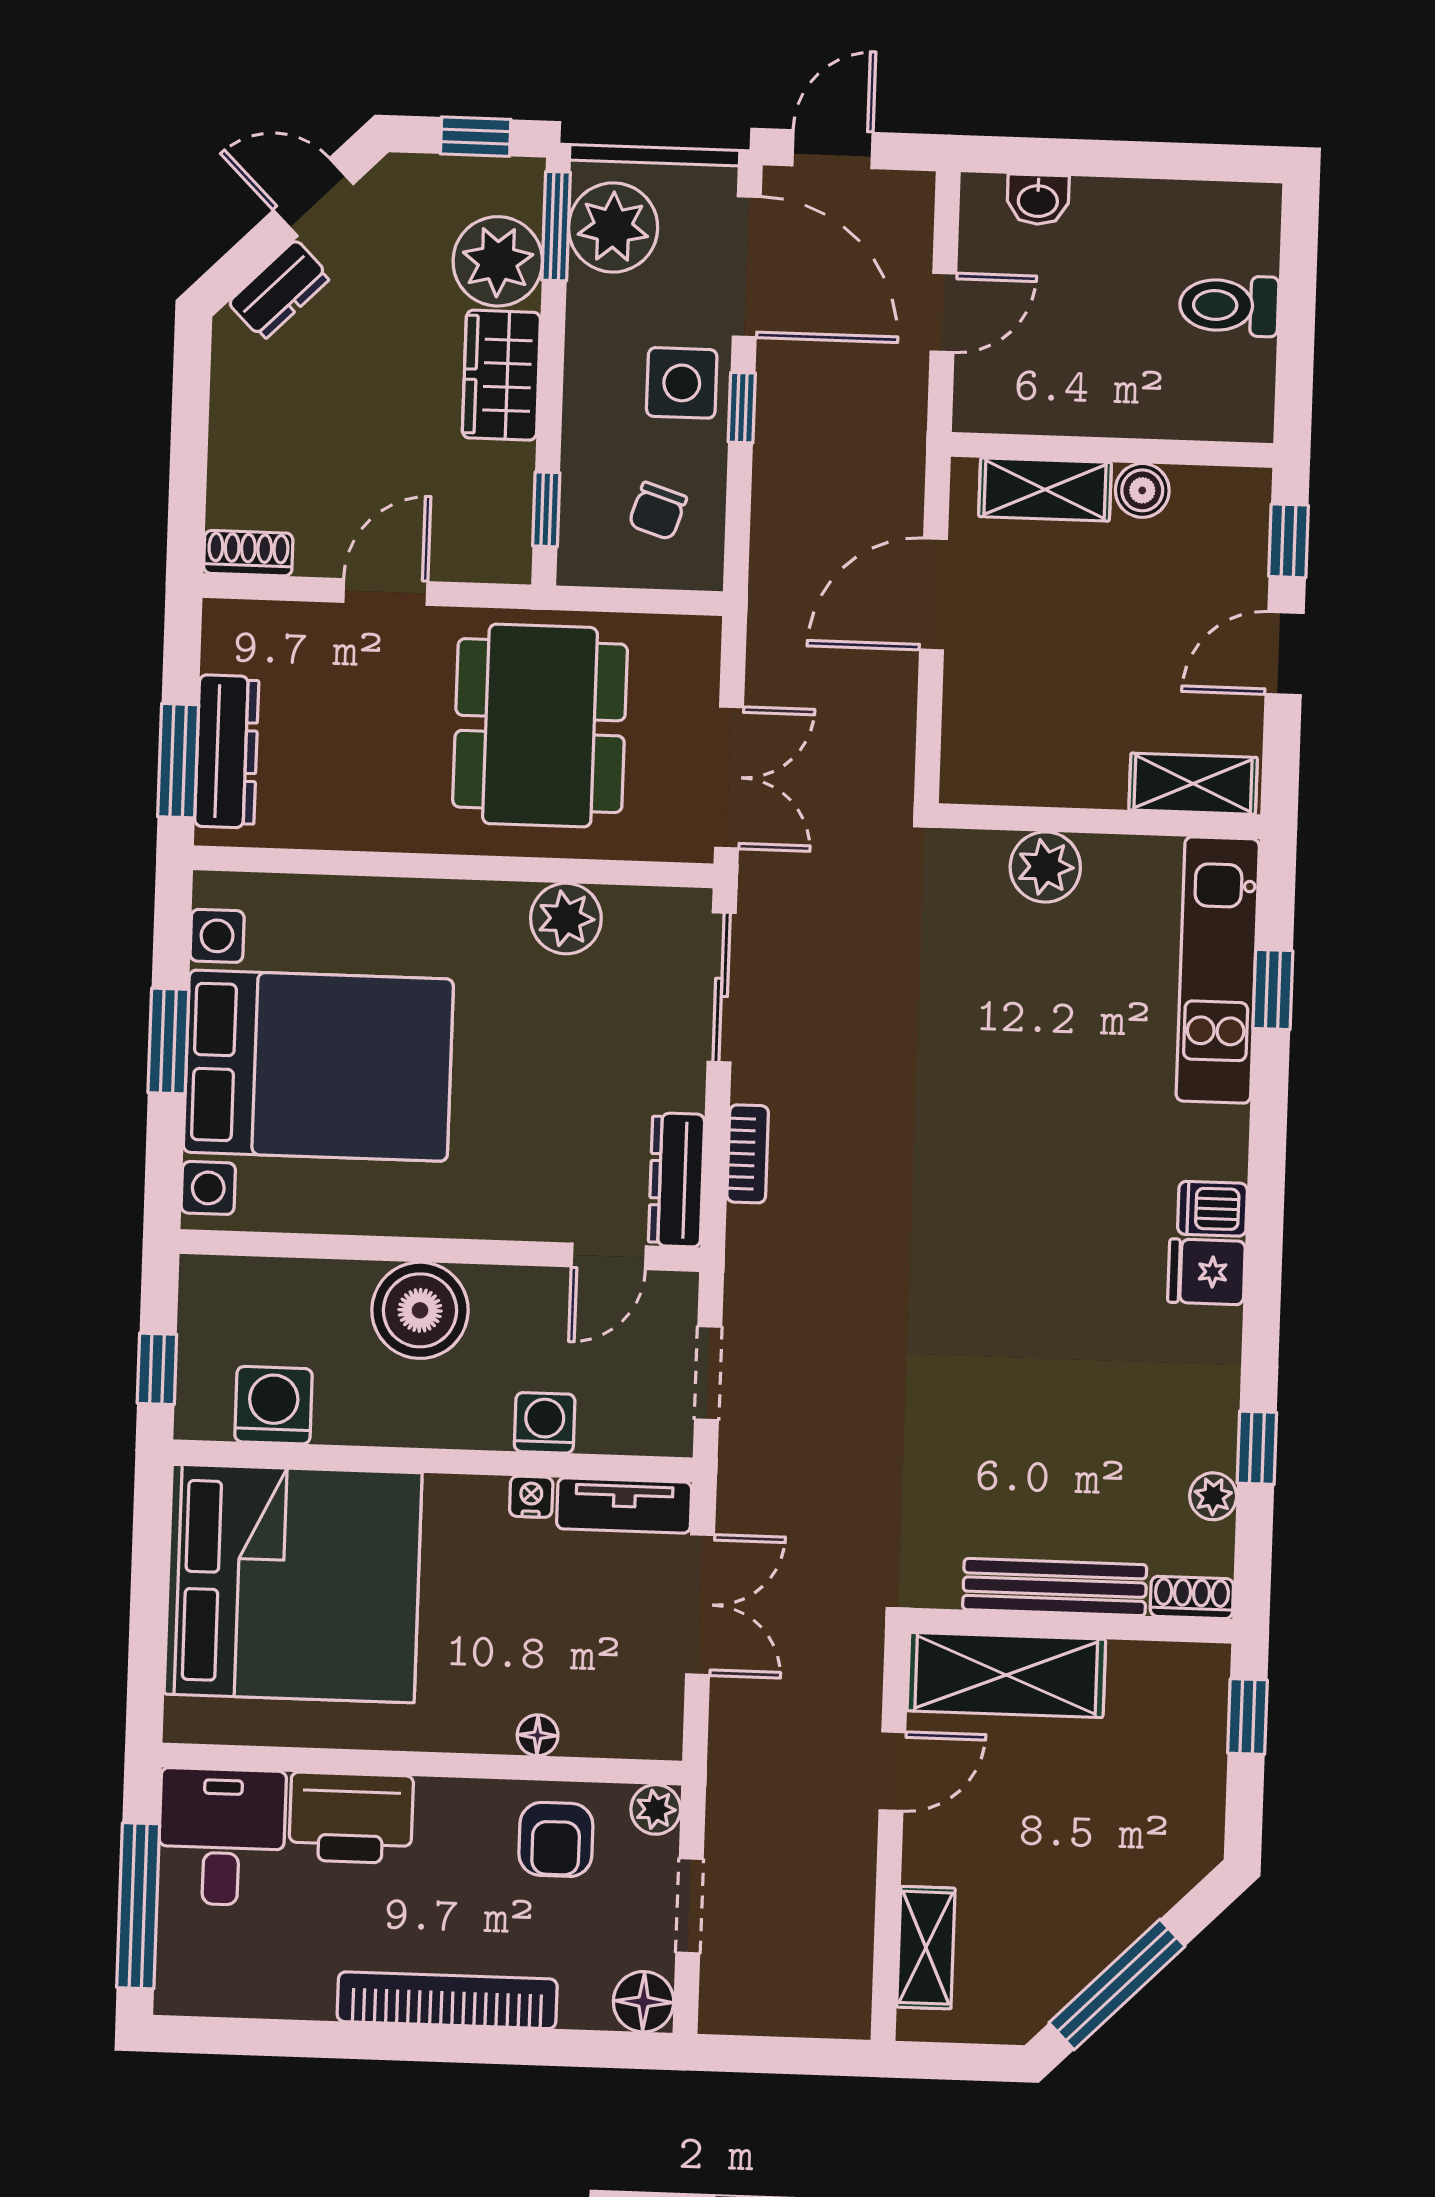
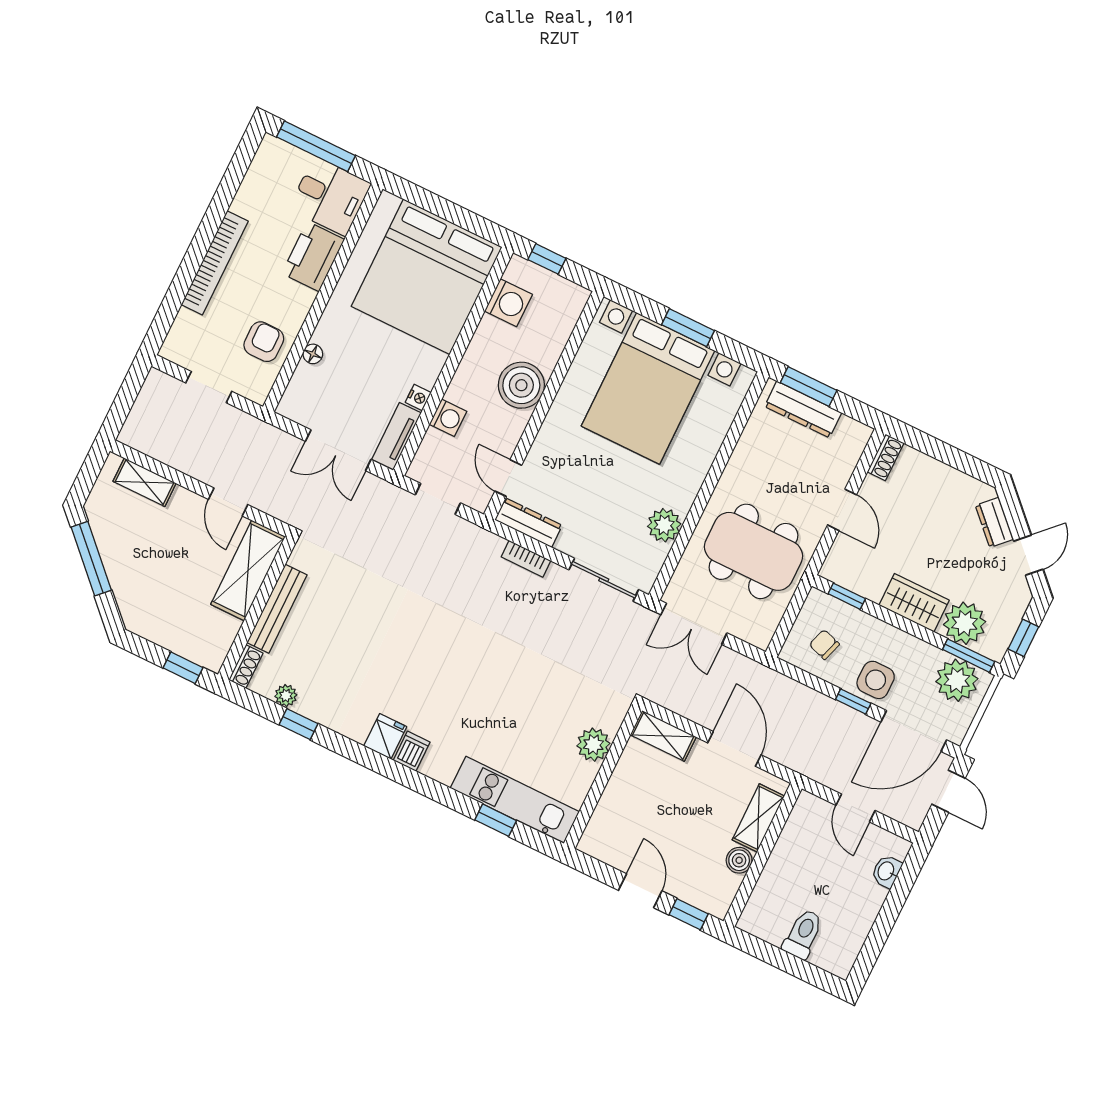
shelving: (1193, 784) -> (663, 736), moved, turned 90
plant: (656, 1809) -> (257, 391), removed
armchair: (556, 1839) -> (264, 342), turned 90
floor lamp: (644, 2002) -> (176, 348), removed

